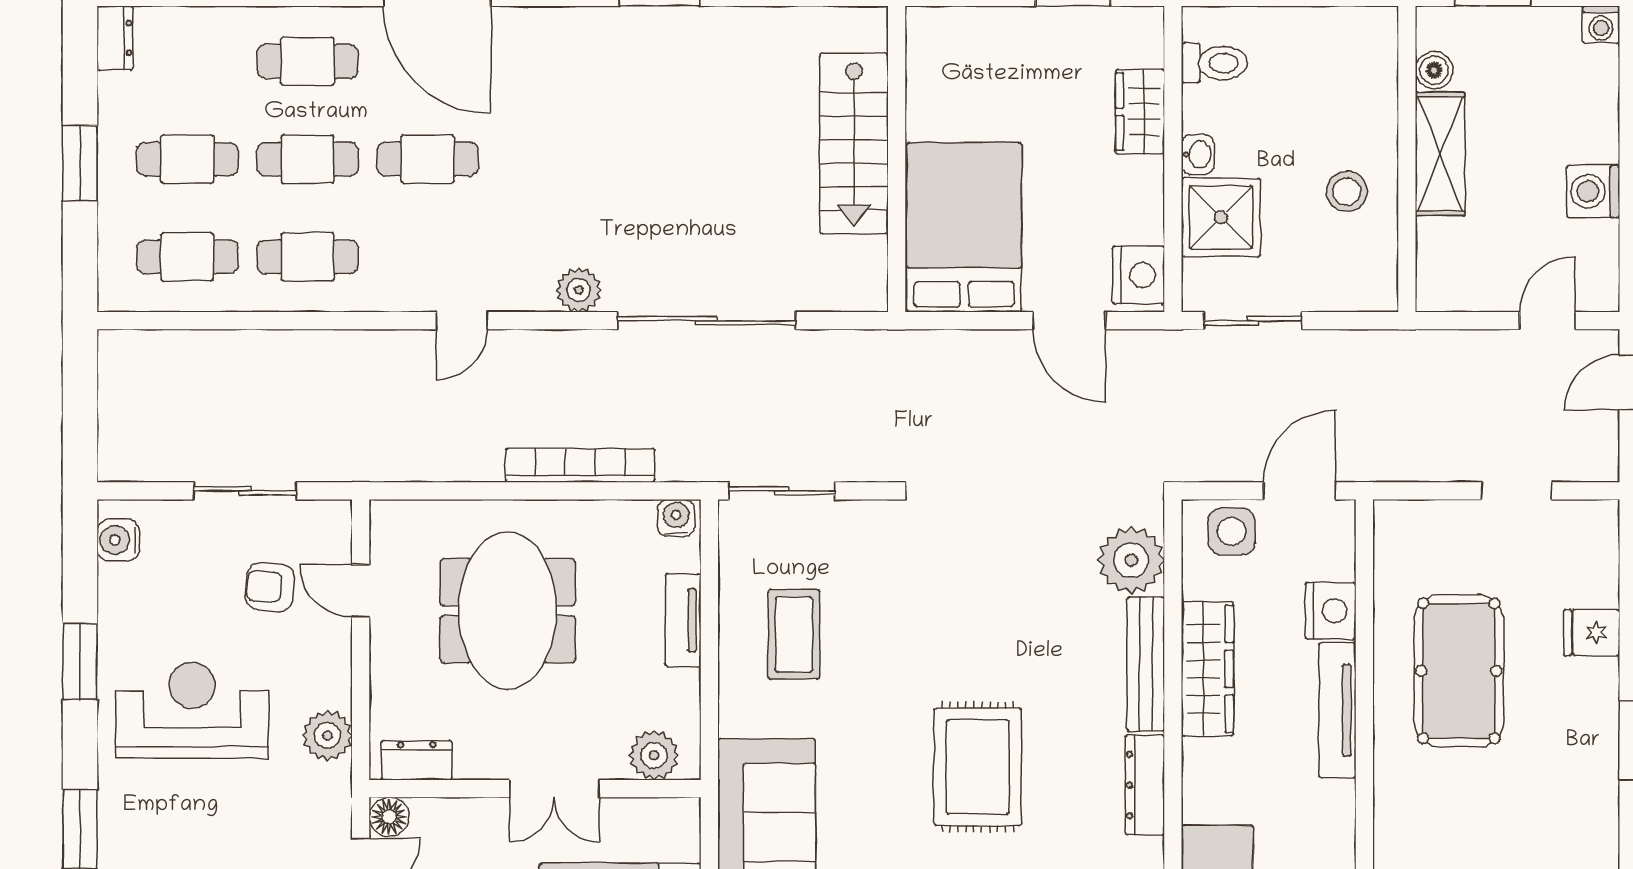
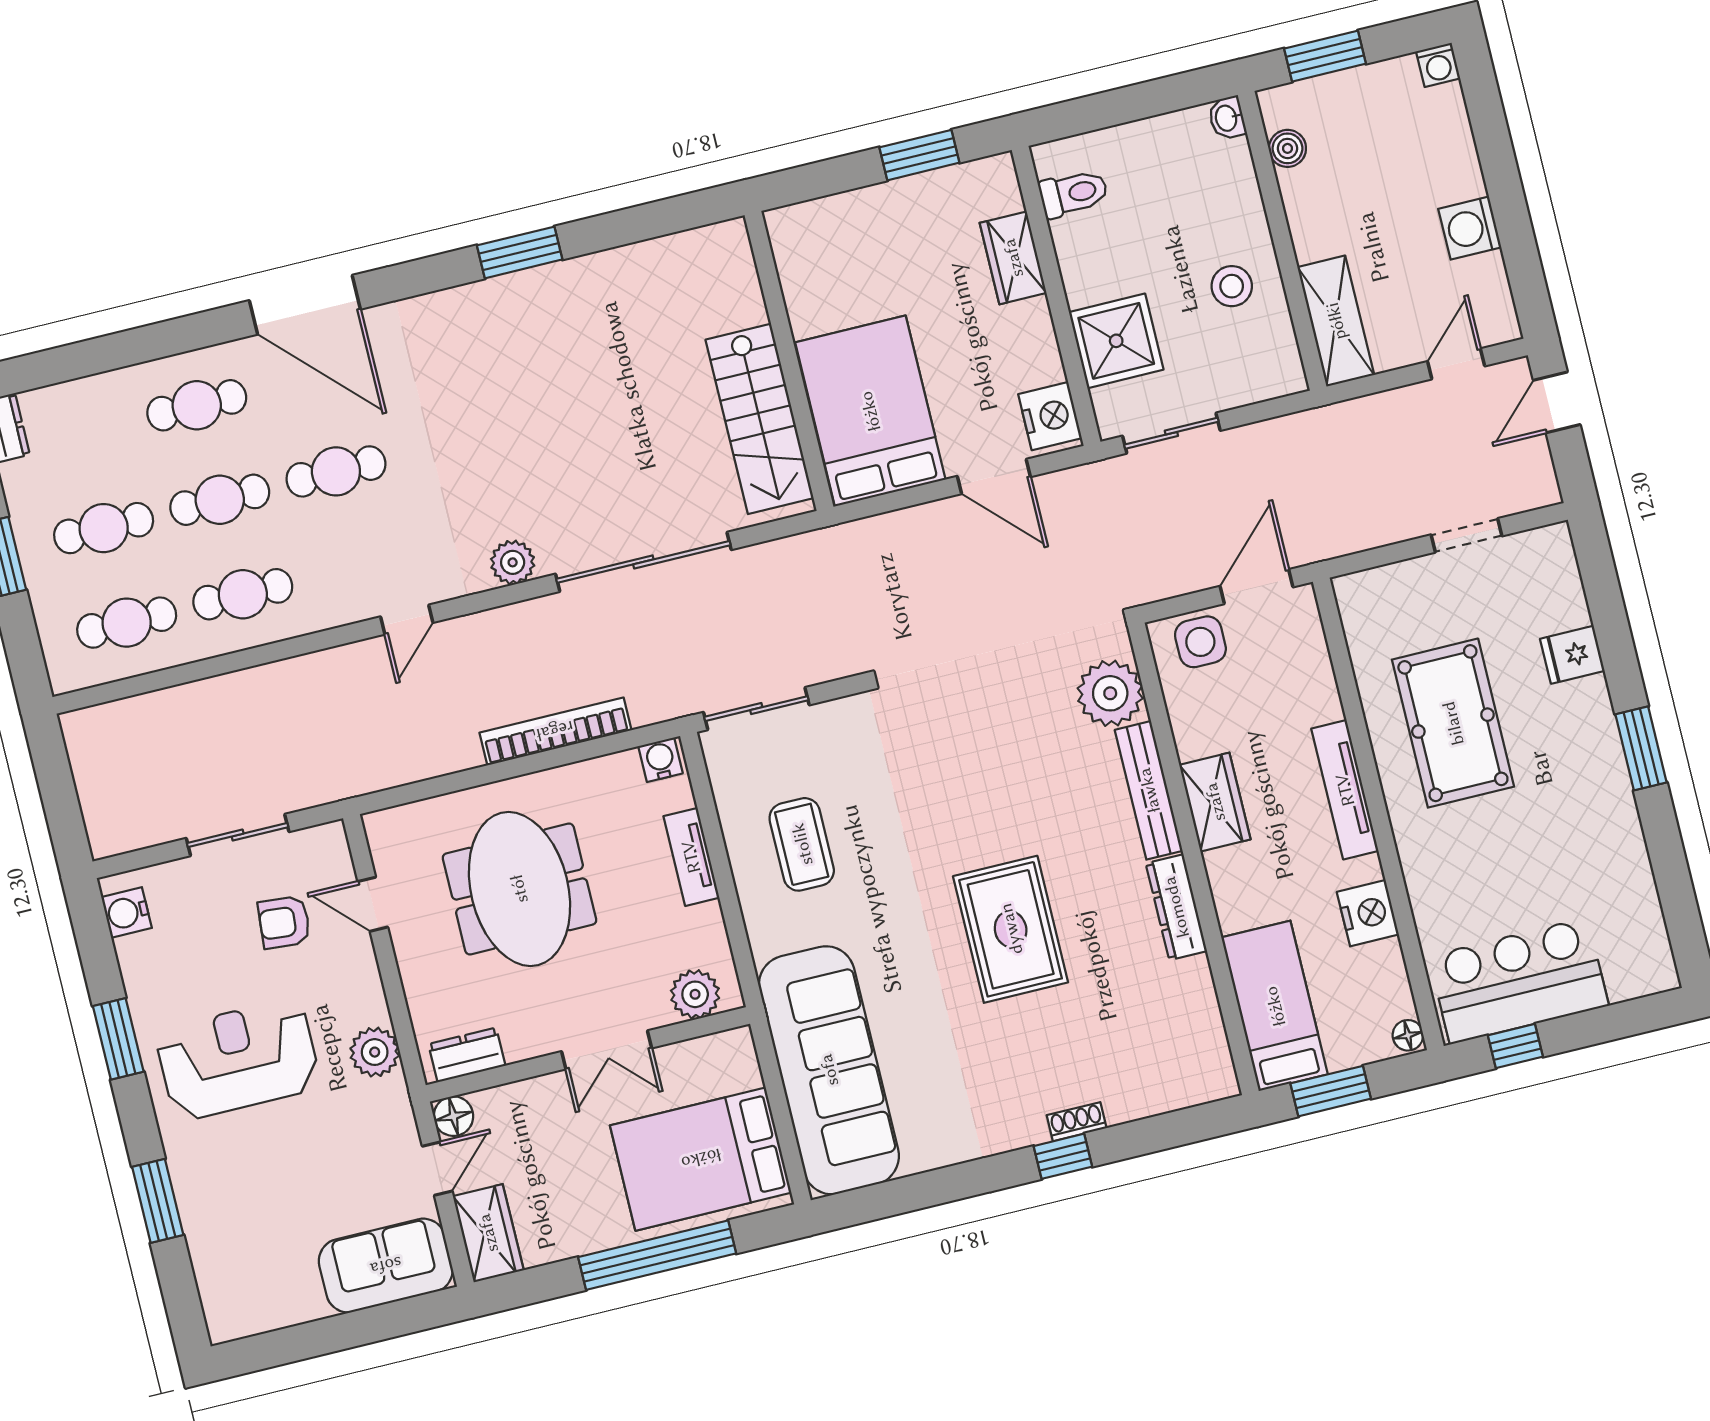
stairs: (854, 143) -> (760, 419), moved
washbasin: (1198, 154) -> (1227, 118), moved, turned 180
shelving: (1440, 154) -> (1336, 321), moved
nightstand: (1331, 611) -> (1368, 913), moved
wardrobe: (1208, 669) -> (1215, 802), width x0.67

